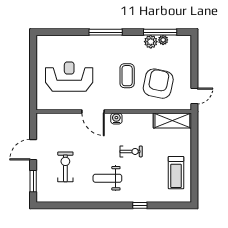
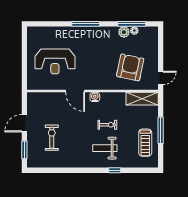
coffee table: (127, 76) -> (104, 61), removed
reception desk: (69, 77) -> (55, 61), turned 180
window: (194, 158) -> (161, 130), added
weight bench: (107, 178) -> (105, 148), moved

